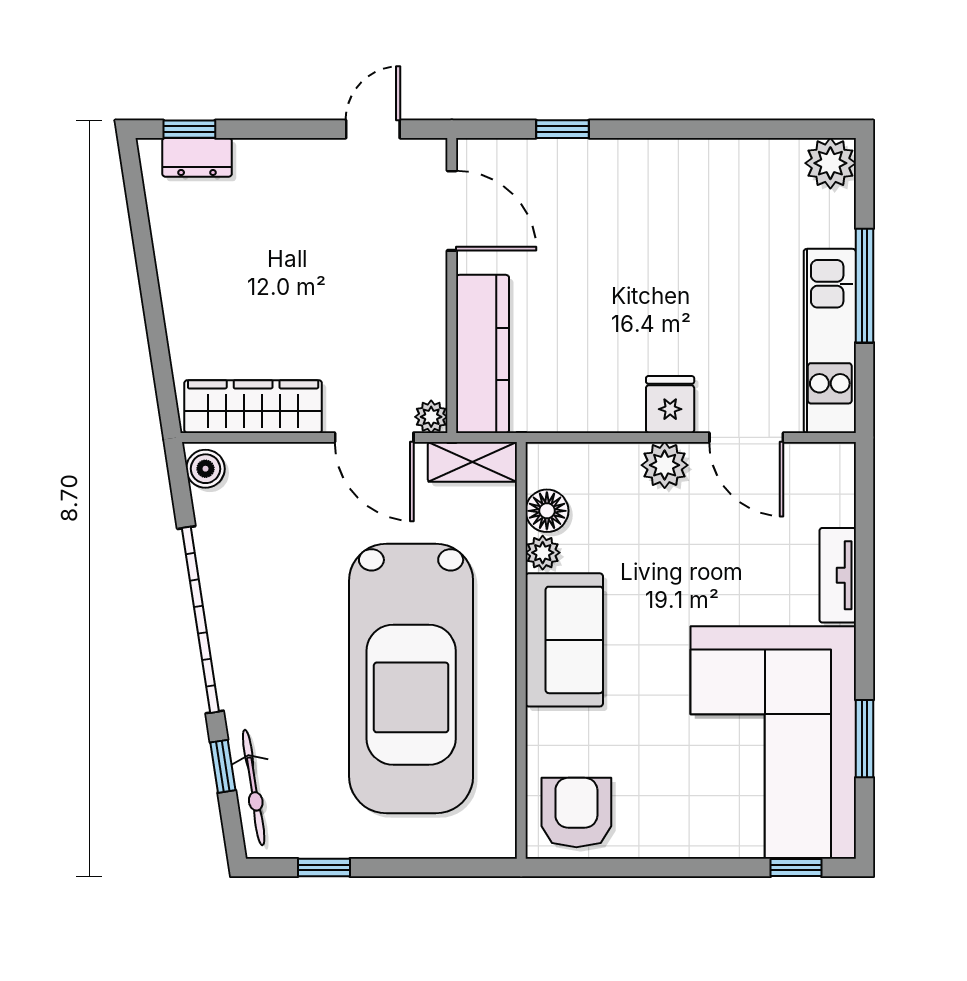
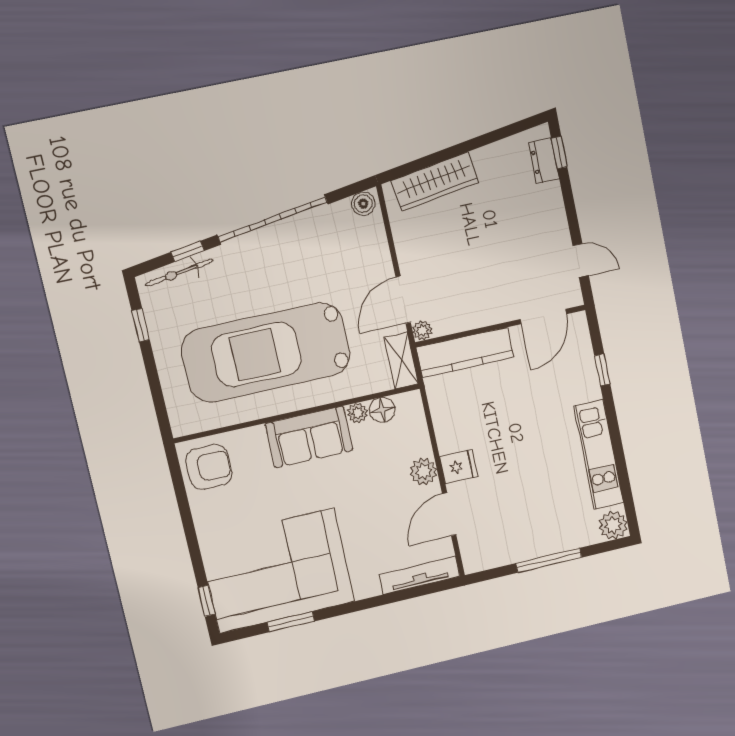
kitchen unit: (830, 341) -> (599, 454), moved, turned -90
wardrobe: (253, 407) -> (435, 181), moved, turned 81
tv unit: (838, 575) -> (419, 575), moved, width x1.41

